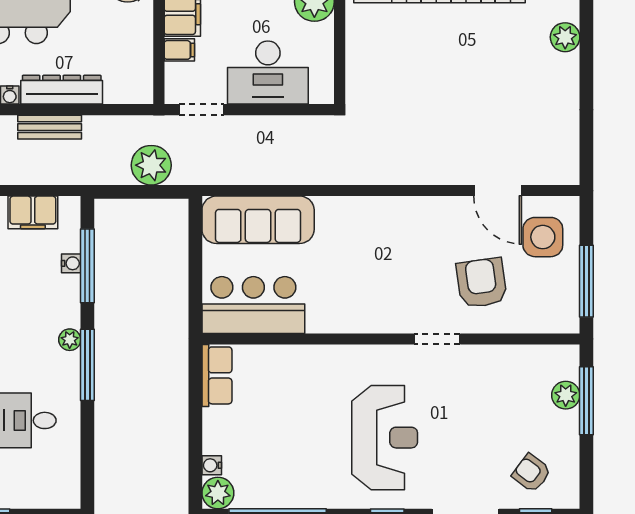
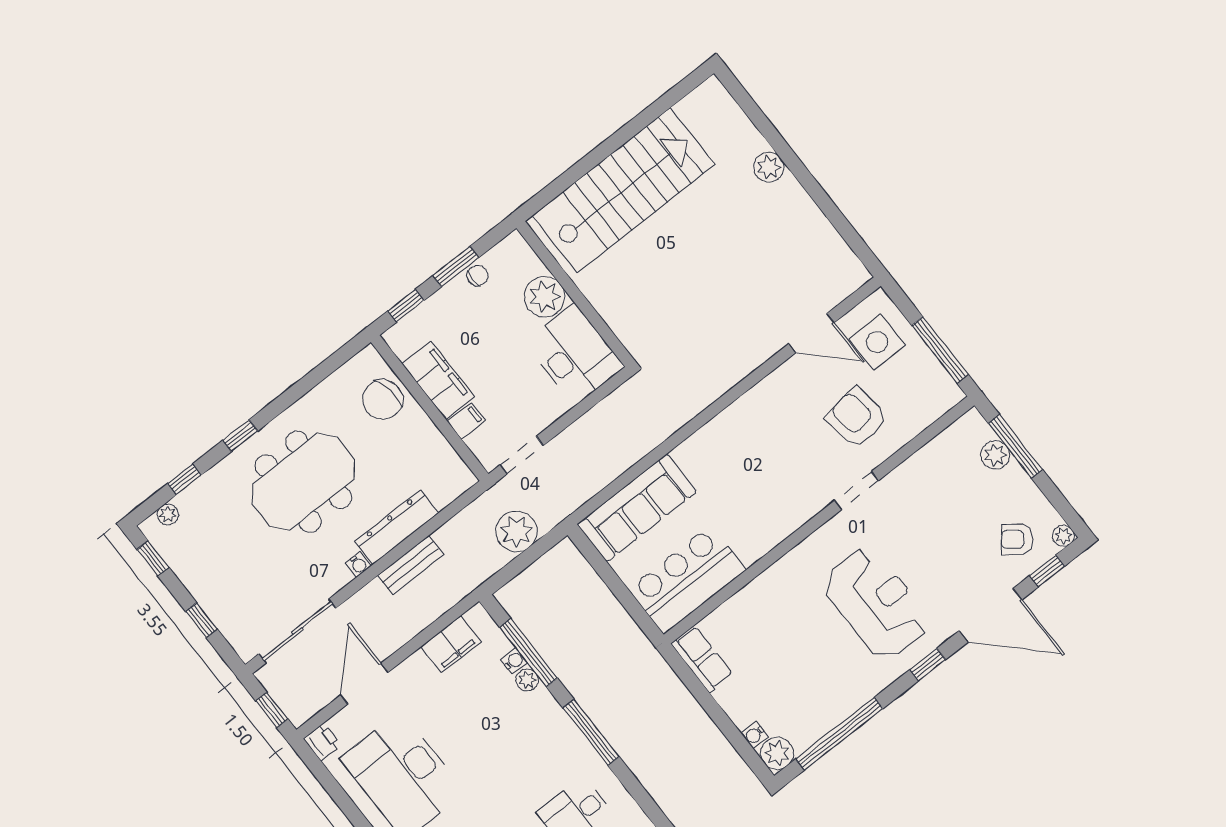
desk: (268, 73) -> (574, 354), moved, turned -90
plant: (70, 340) -> (527, 680), moved
plant: (569, 498) -> (1063, 536), added

